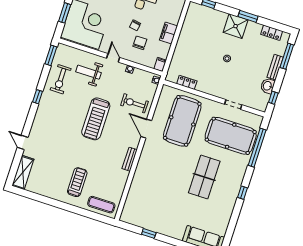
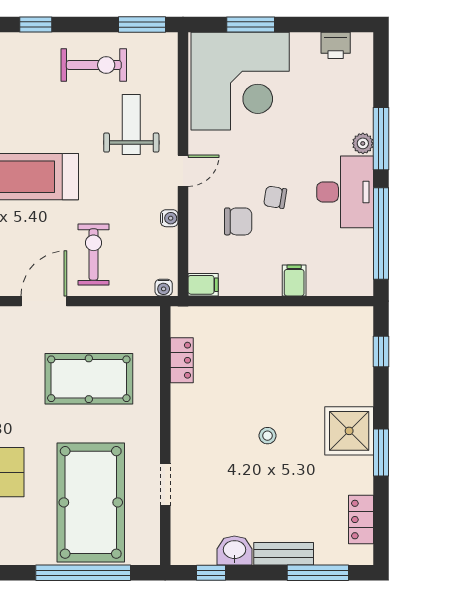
filing cabinet: (168, 33) -> (294, 280), width x0.50
exercise bike: (61, 79) -> (94, 65), turned 180
pool table: (182, 121) -> (89, 379), width x0.73, depth x0.76

